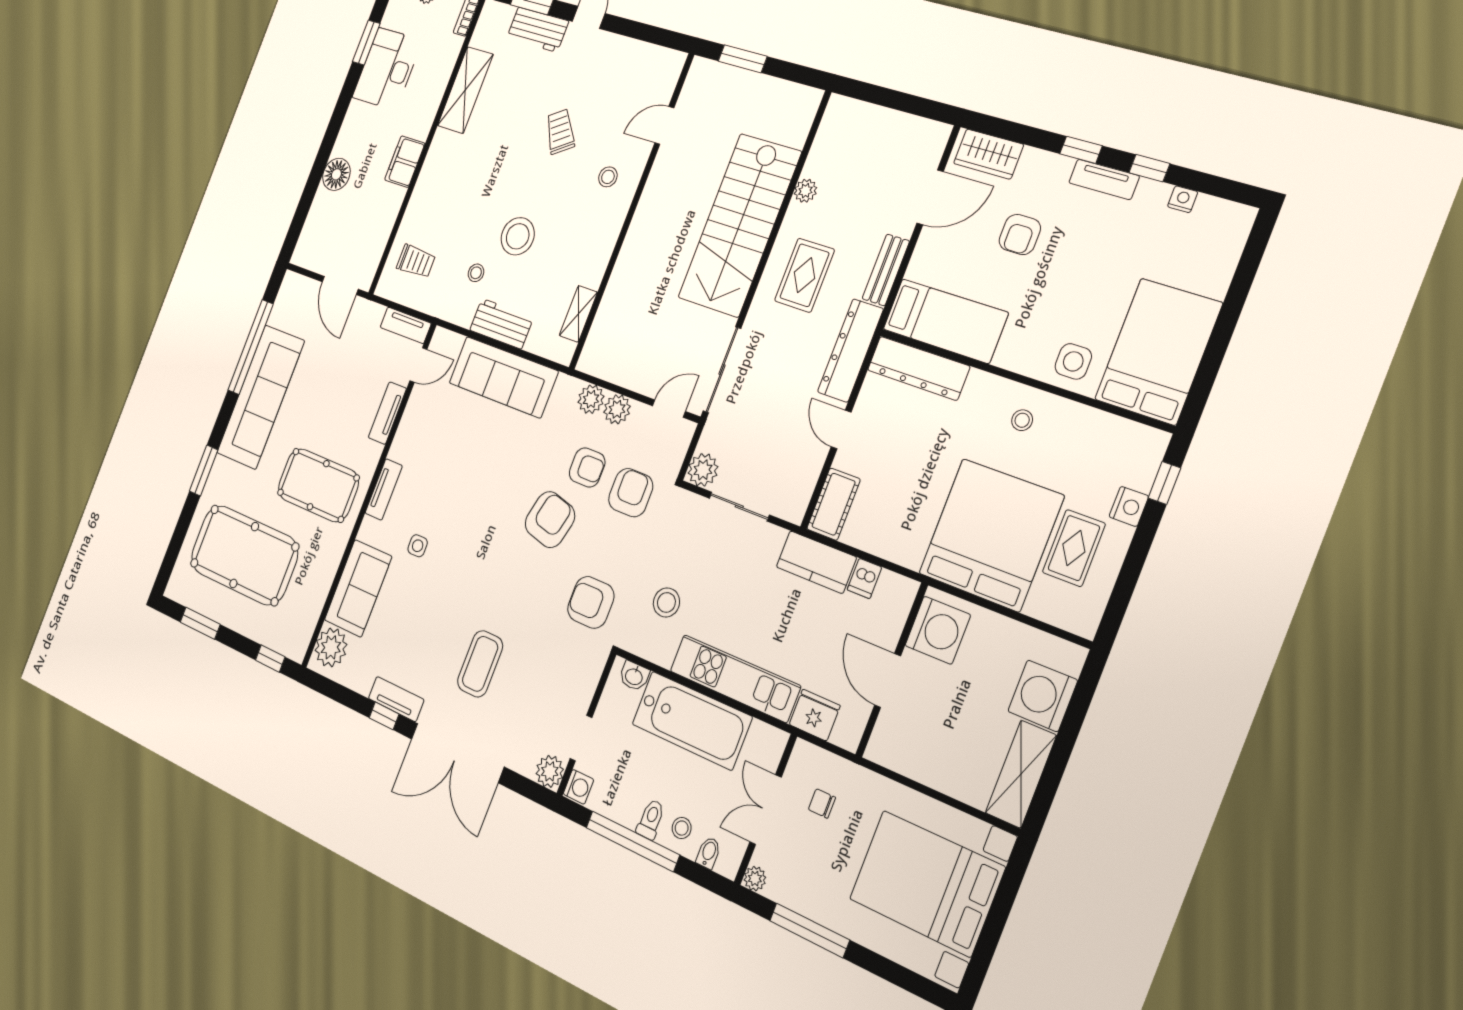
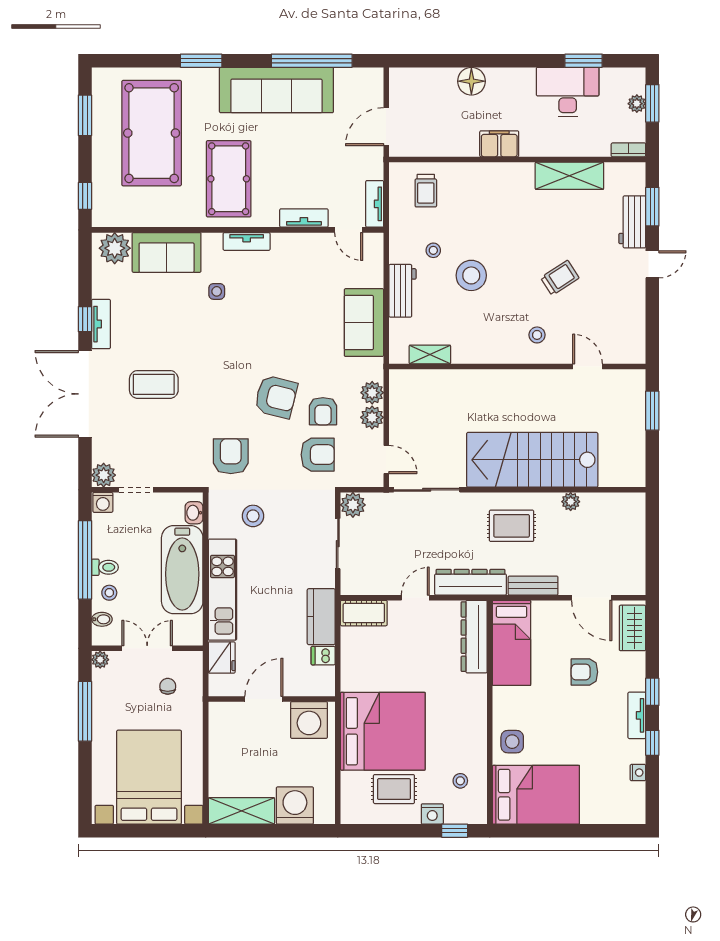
sofa: (503, 377) -> (364, 323), width x0.73
stool: (1022, 420) -> (460, 781), moved

